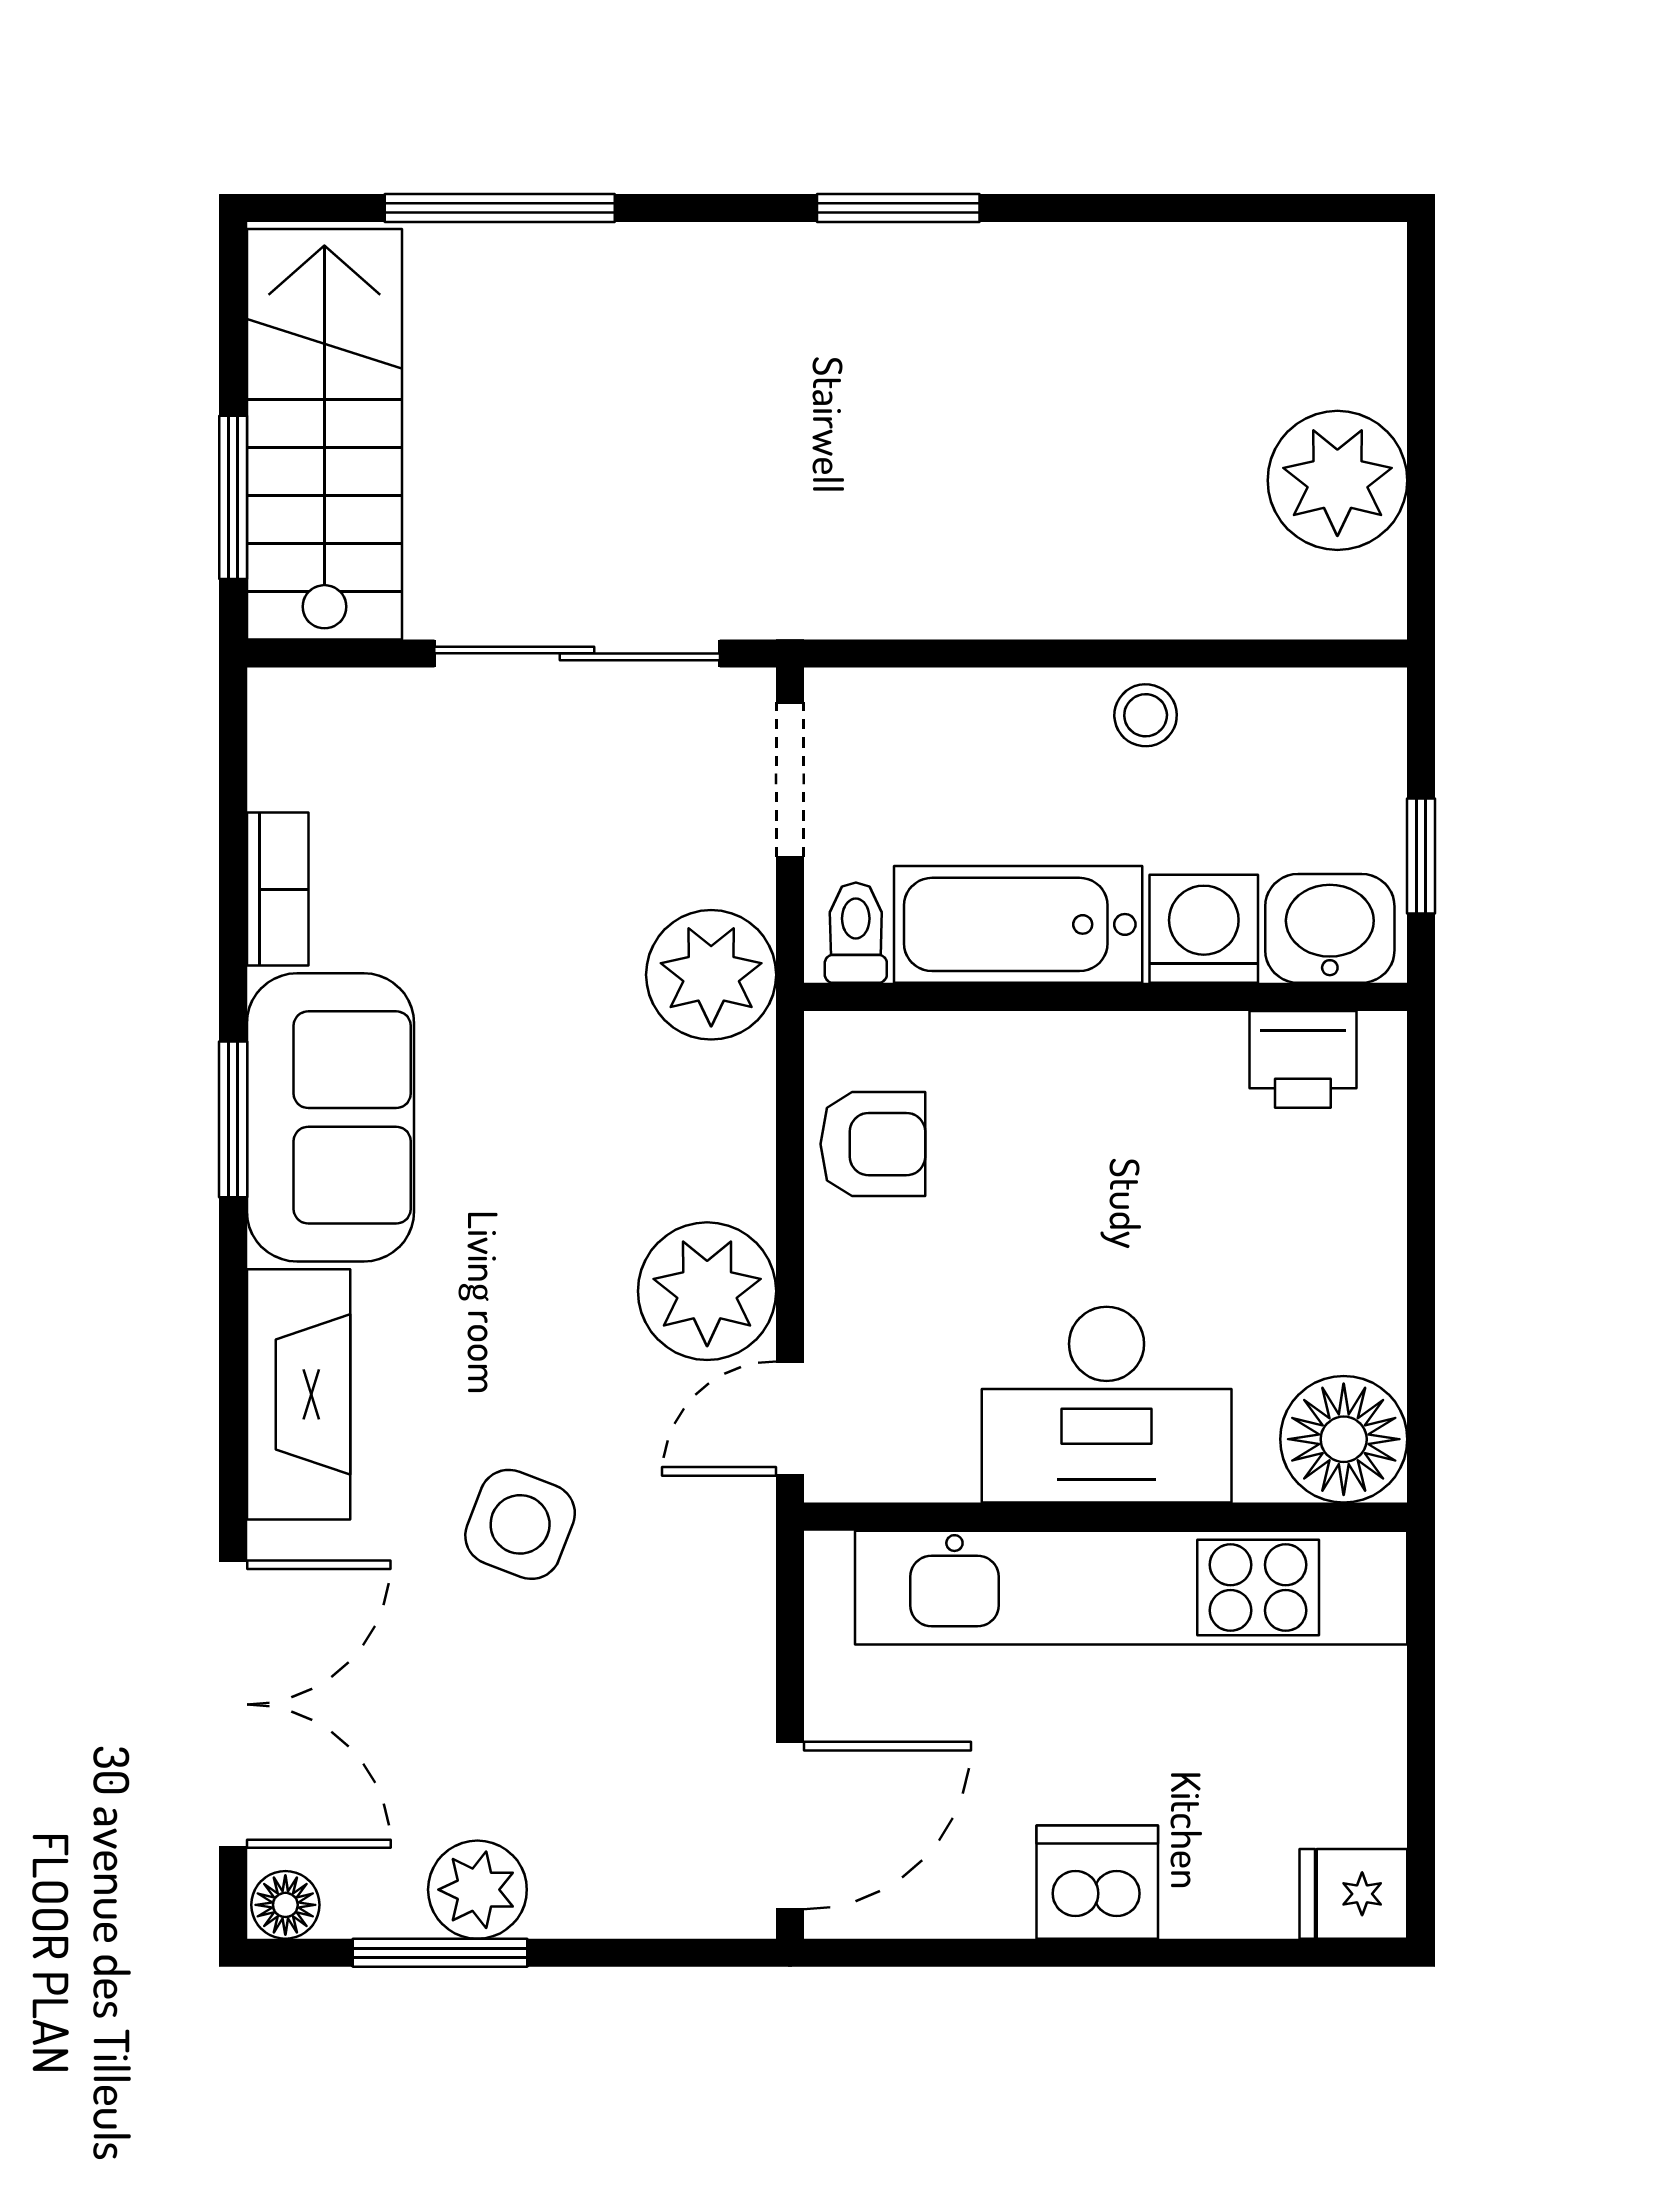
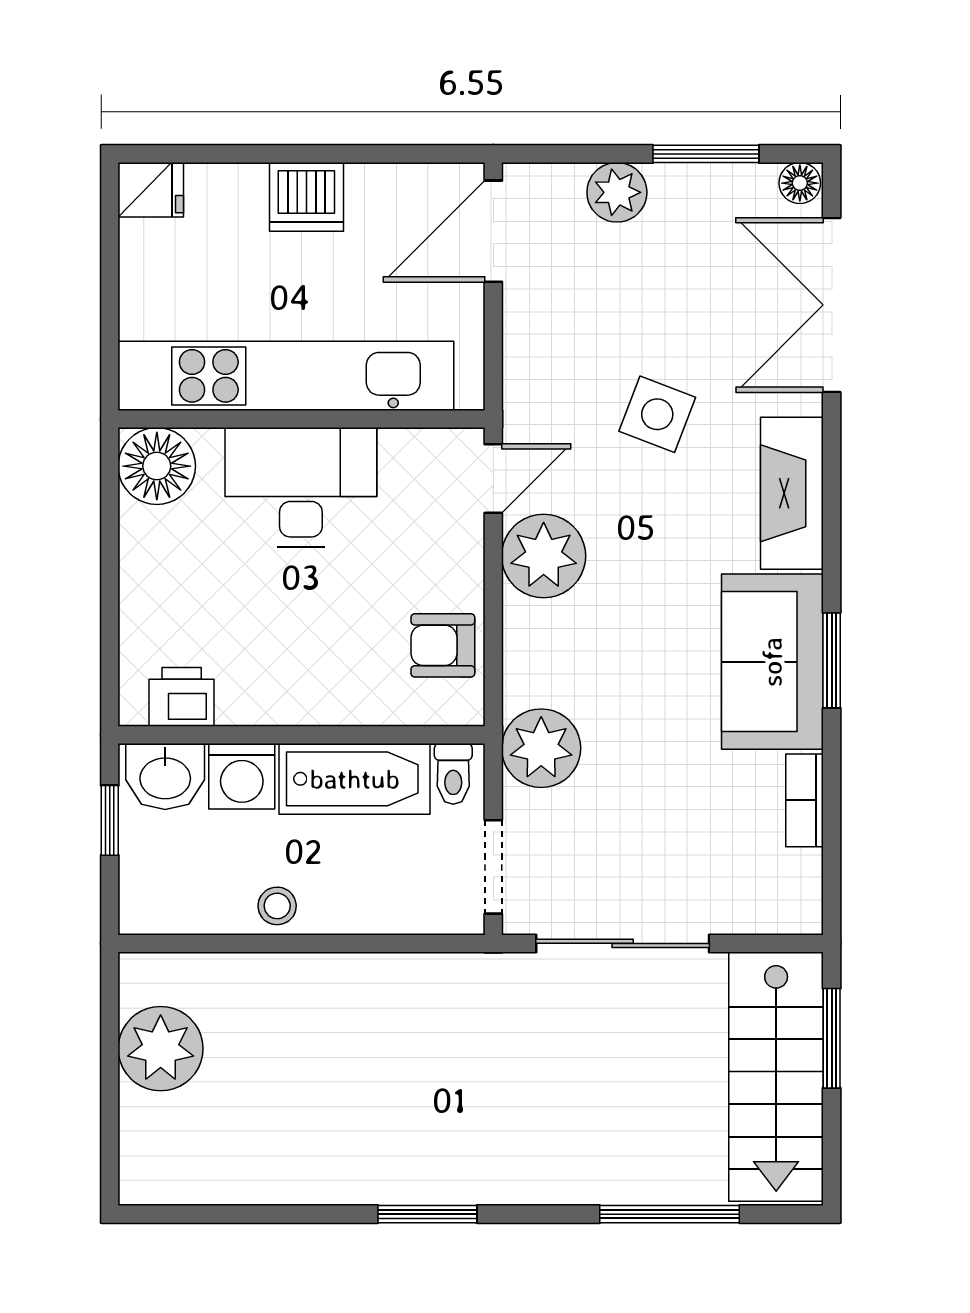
plant: (477, 1890) -> (617, 192), moved

